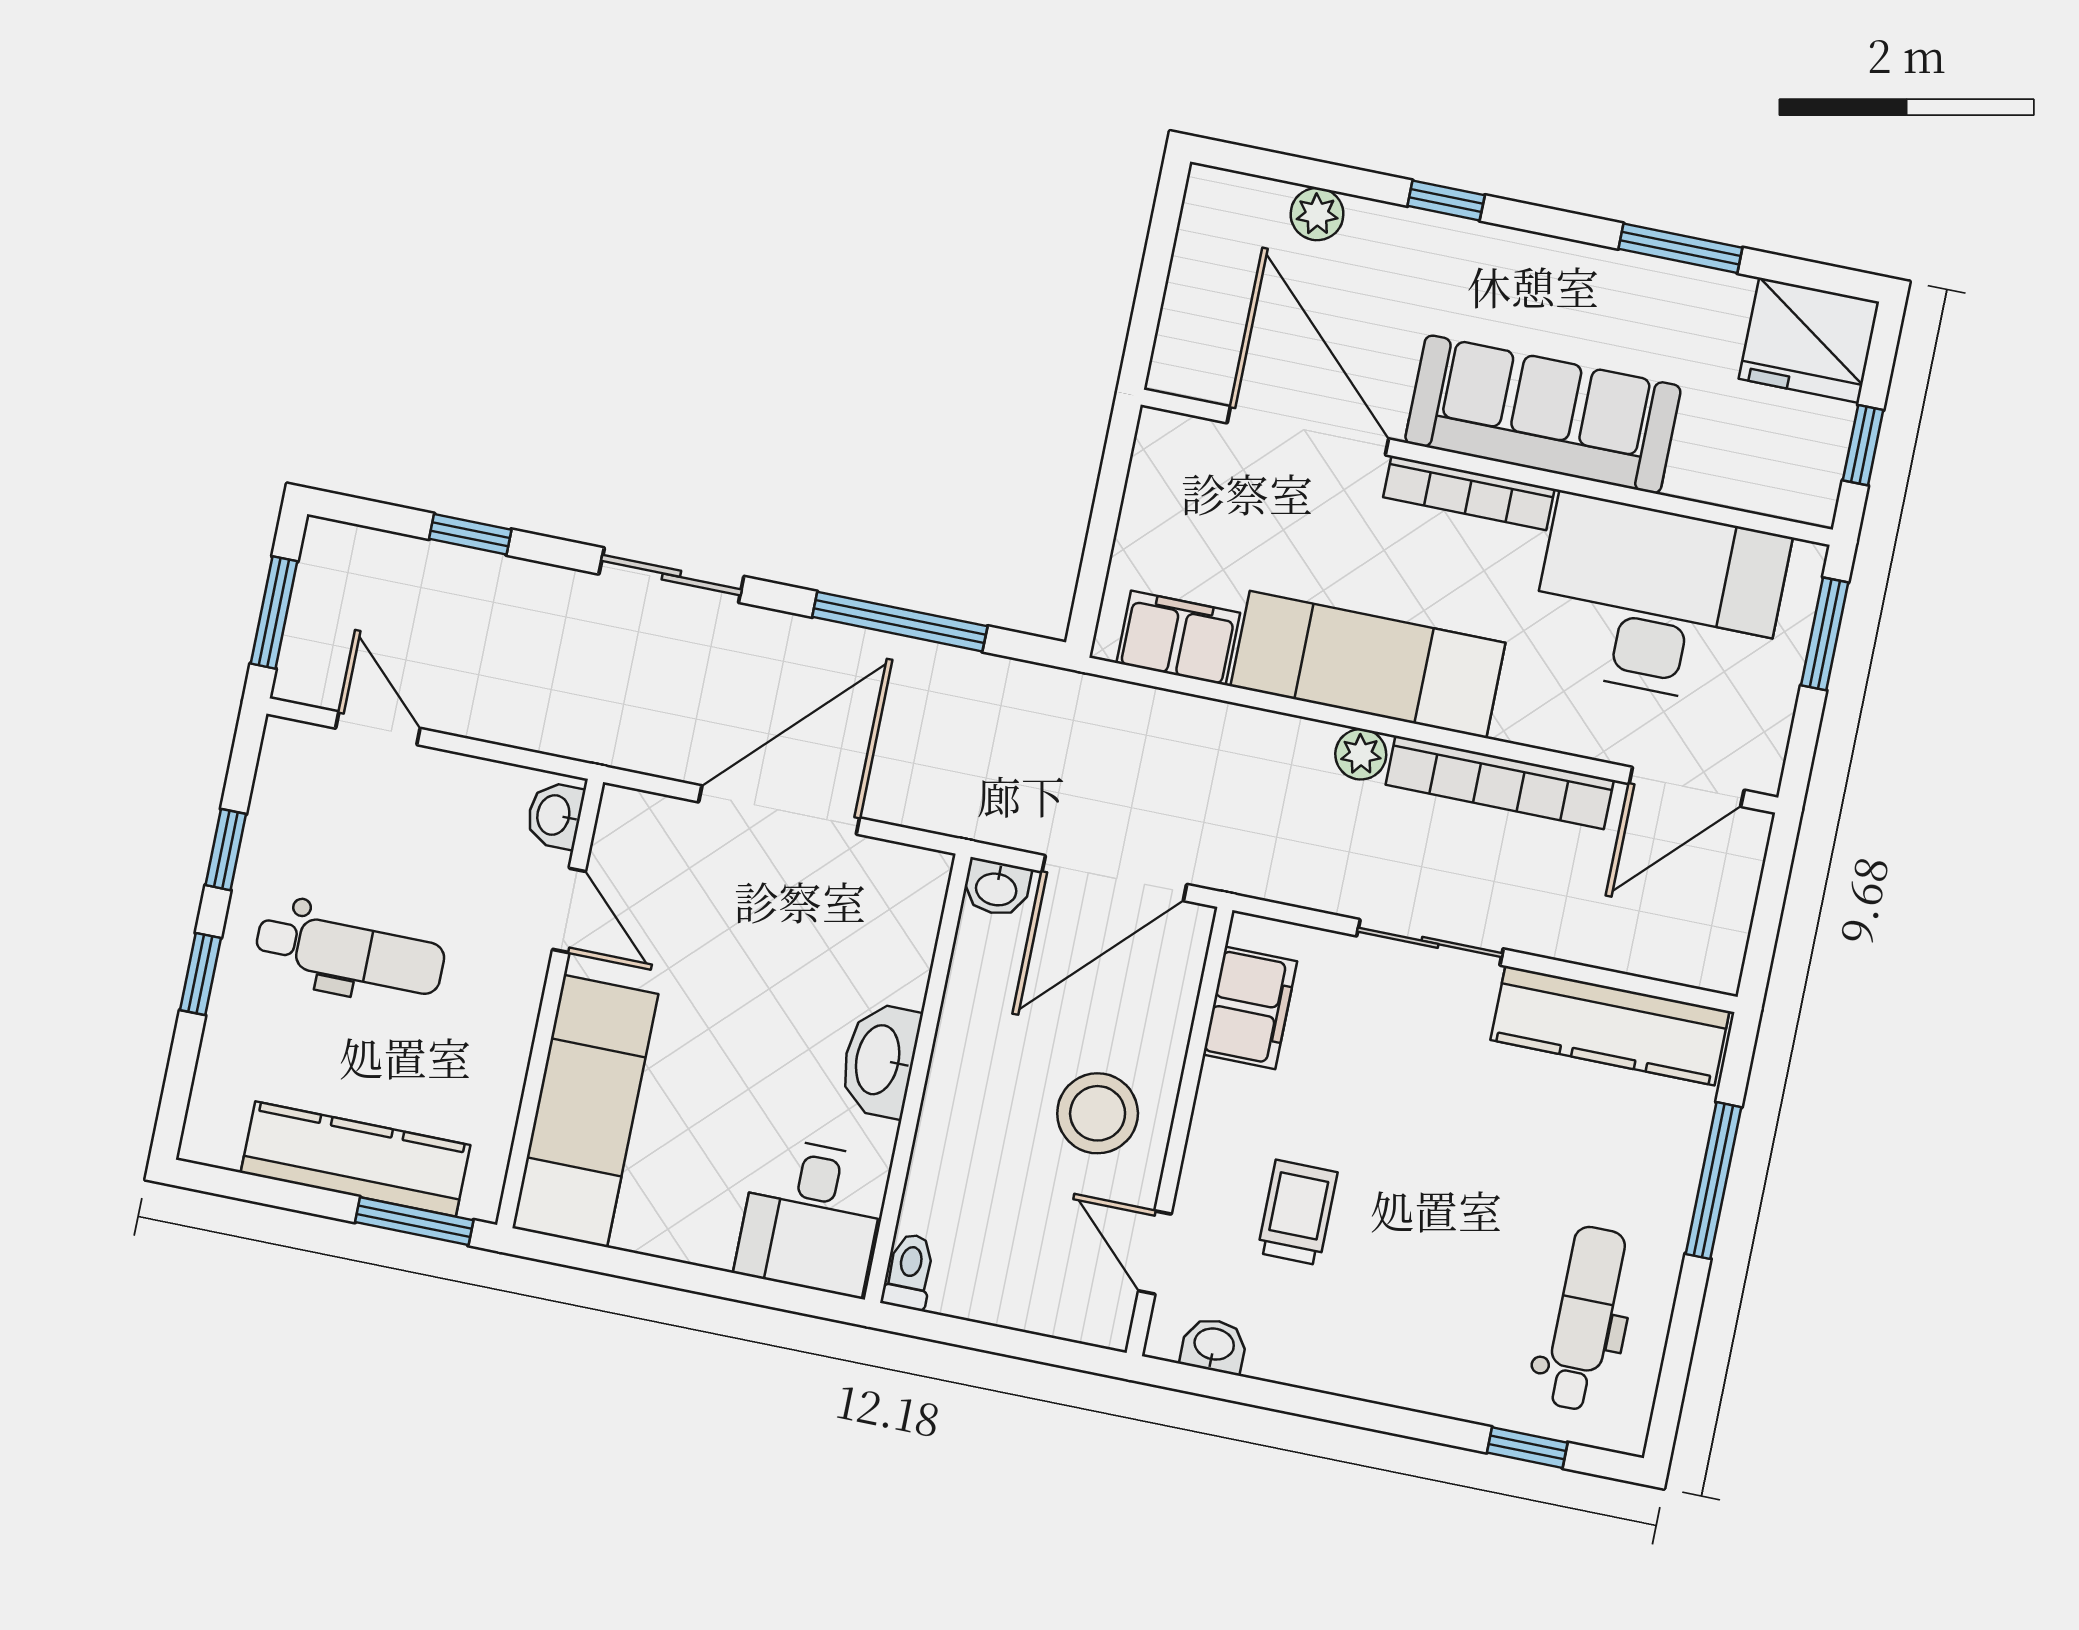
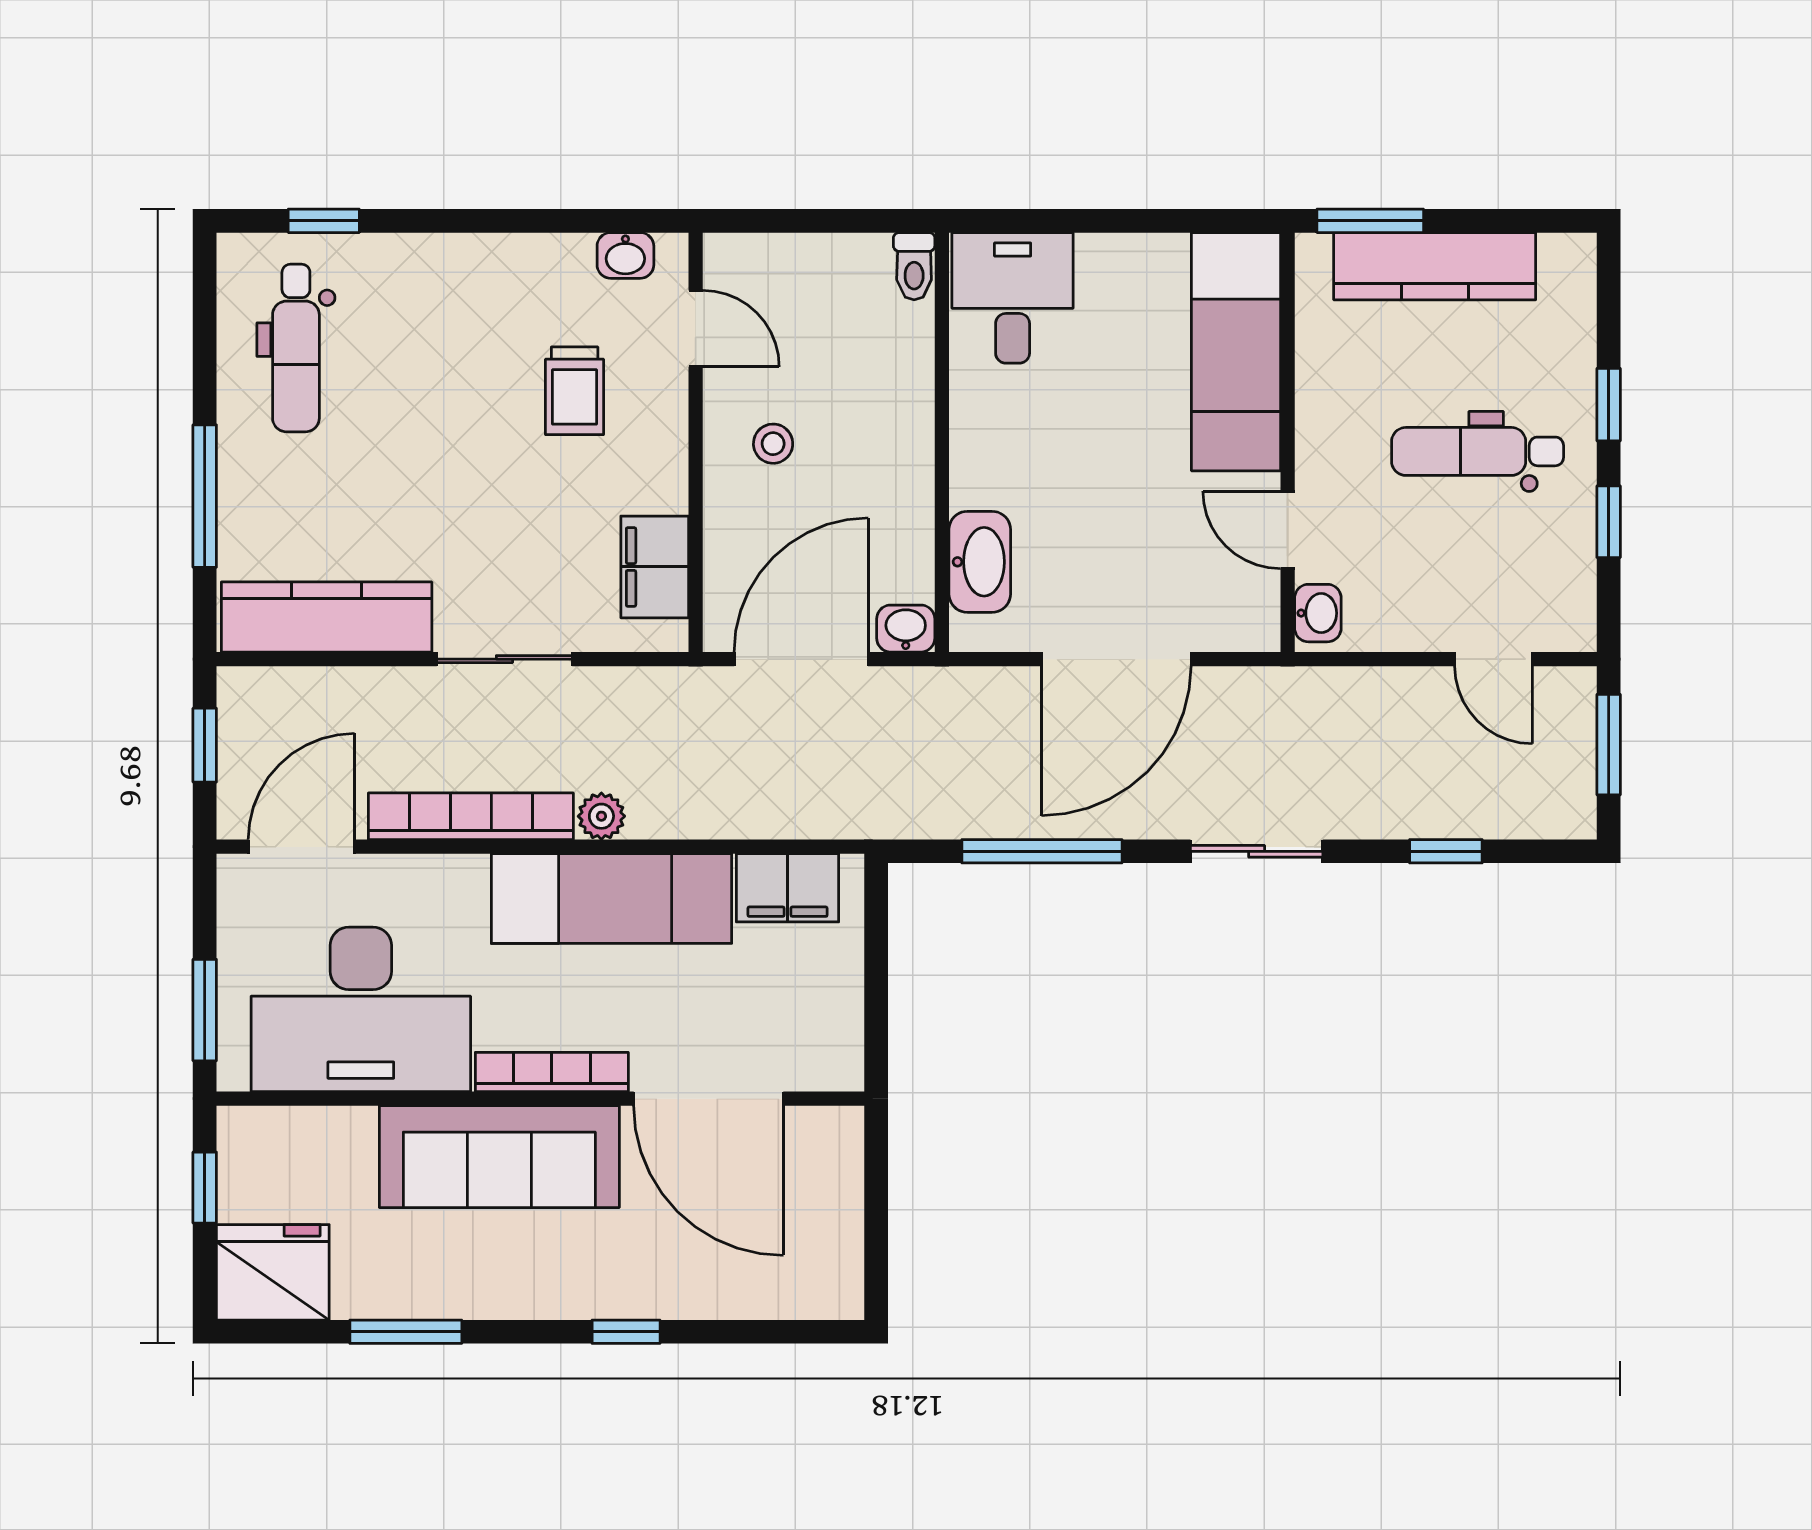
plant: (1317, 214) -> (740, 1296), removed
window: (1767, 916) -> (205, 745), added
washbasin: (880, 1060) -> (980, 562), moved
stool: (1098, 1113) -> (773, 444), width x0.53, depth x0.53

